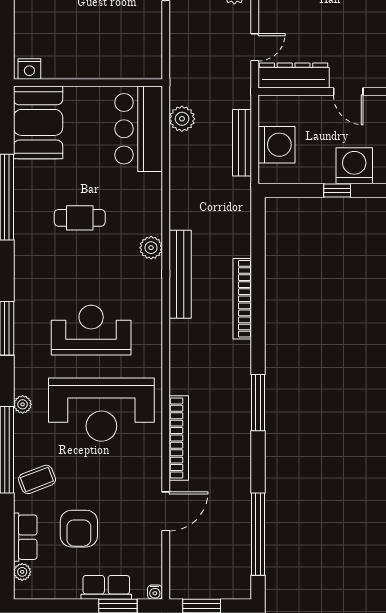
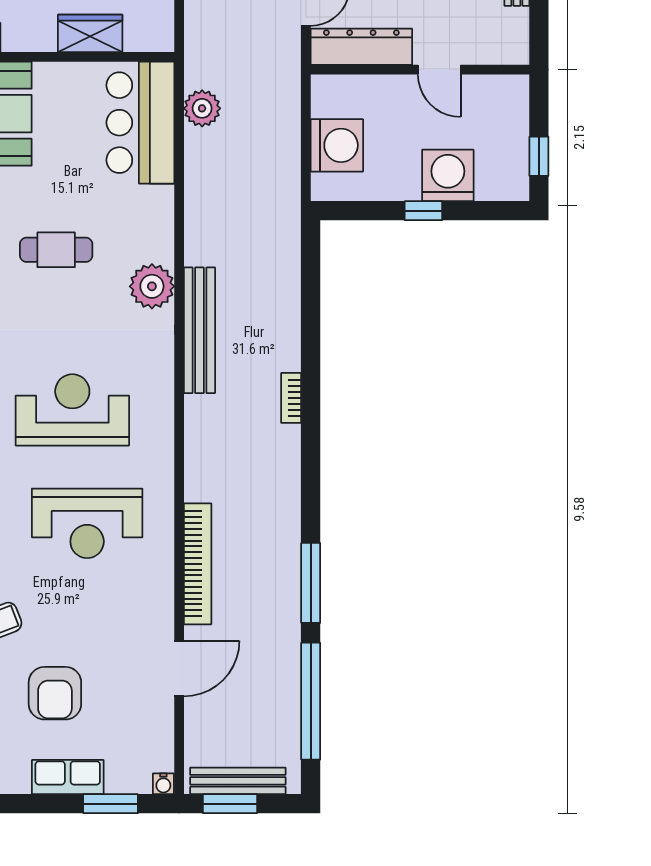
wardrobe: (104, 66) -> (90, 33), added
bench: (242, 143) -> (238, 781), moved, turned 90
plant: (151, 248) -> (152, 286), width x1.36, depth x1.36
bookcase: (242, 299) -> (291, 398), width x0.43, depth x0.76
window: (258, 403) -> (311, 583), moved
reception desk: (101, 410) -> (87, 523), width x0.74, depth x0.77
row of seats: (106, 587) -> (68, 777), moved

